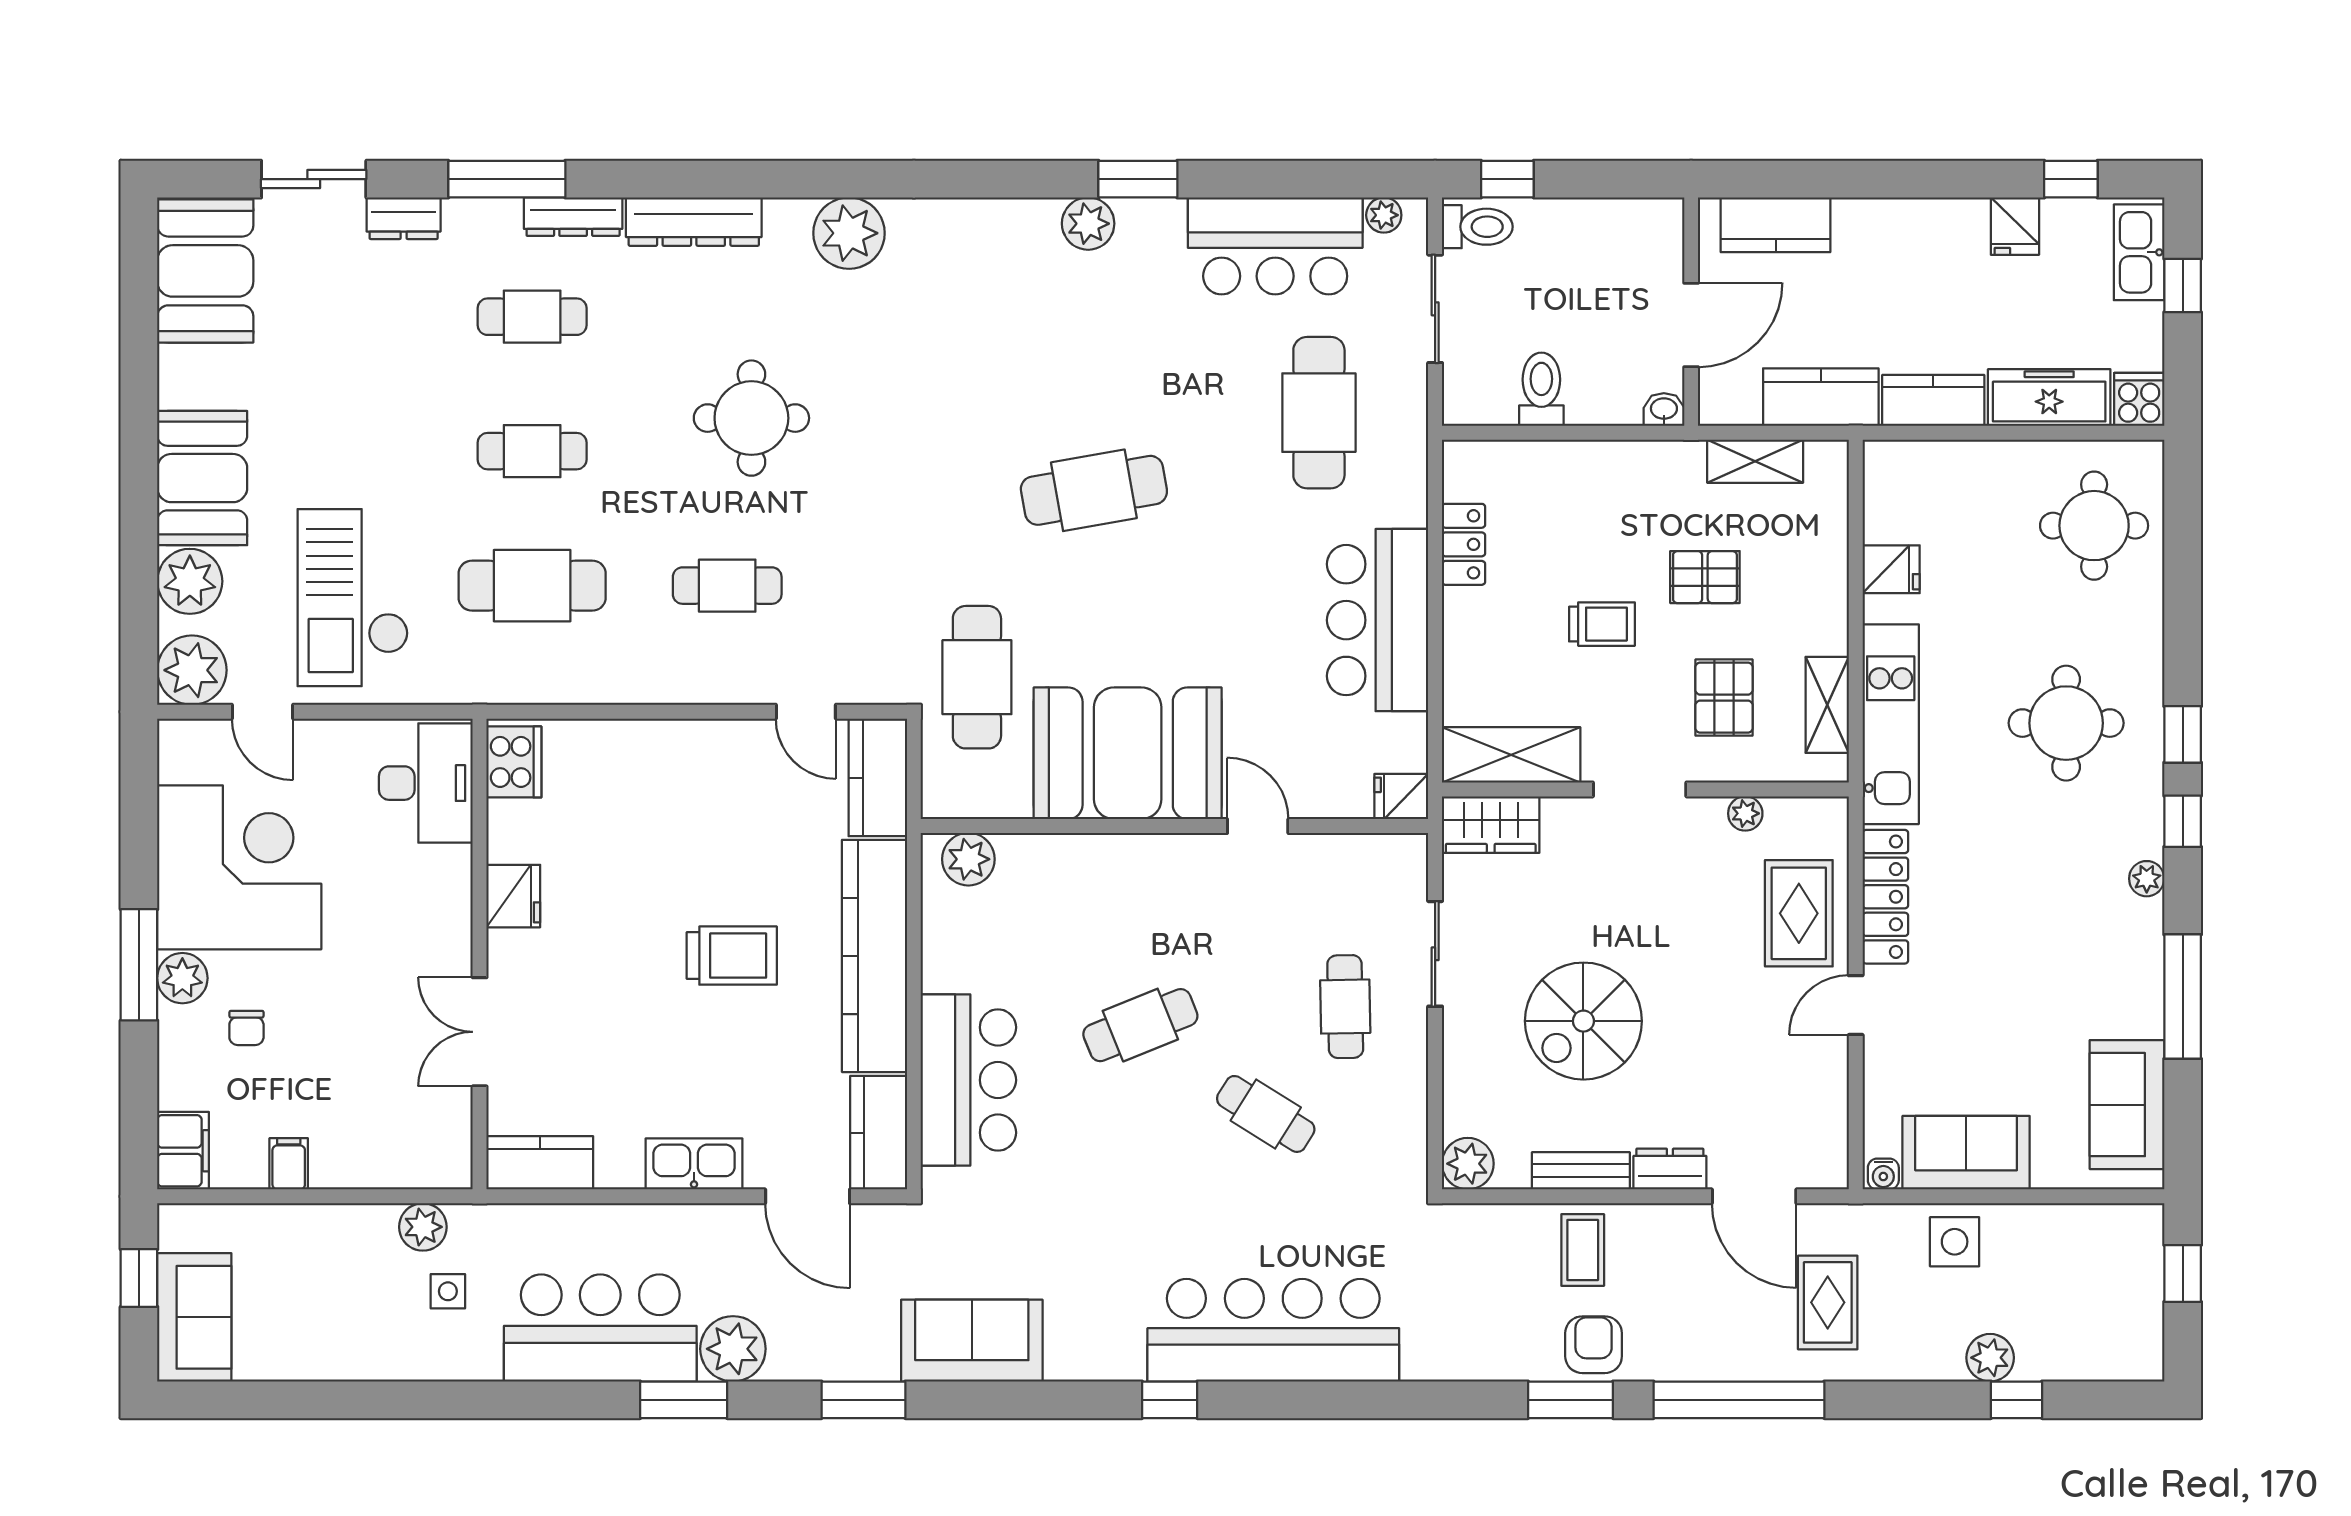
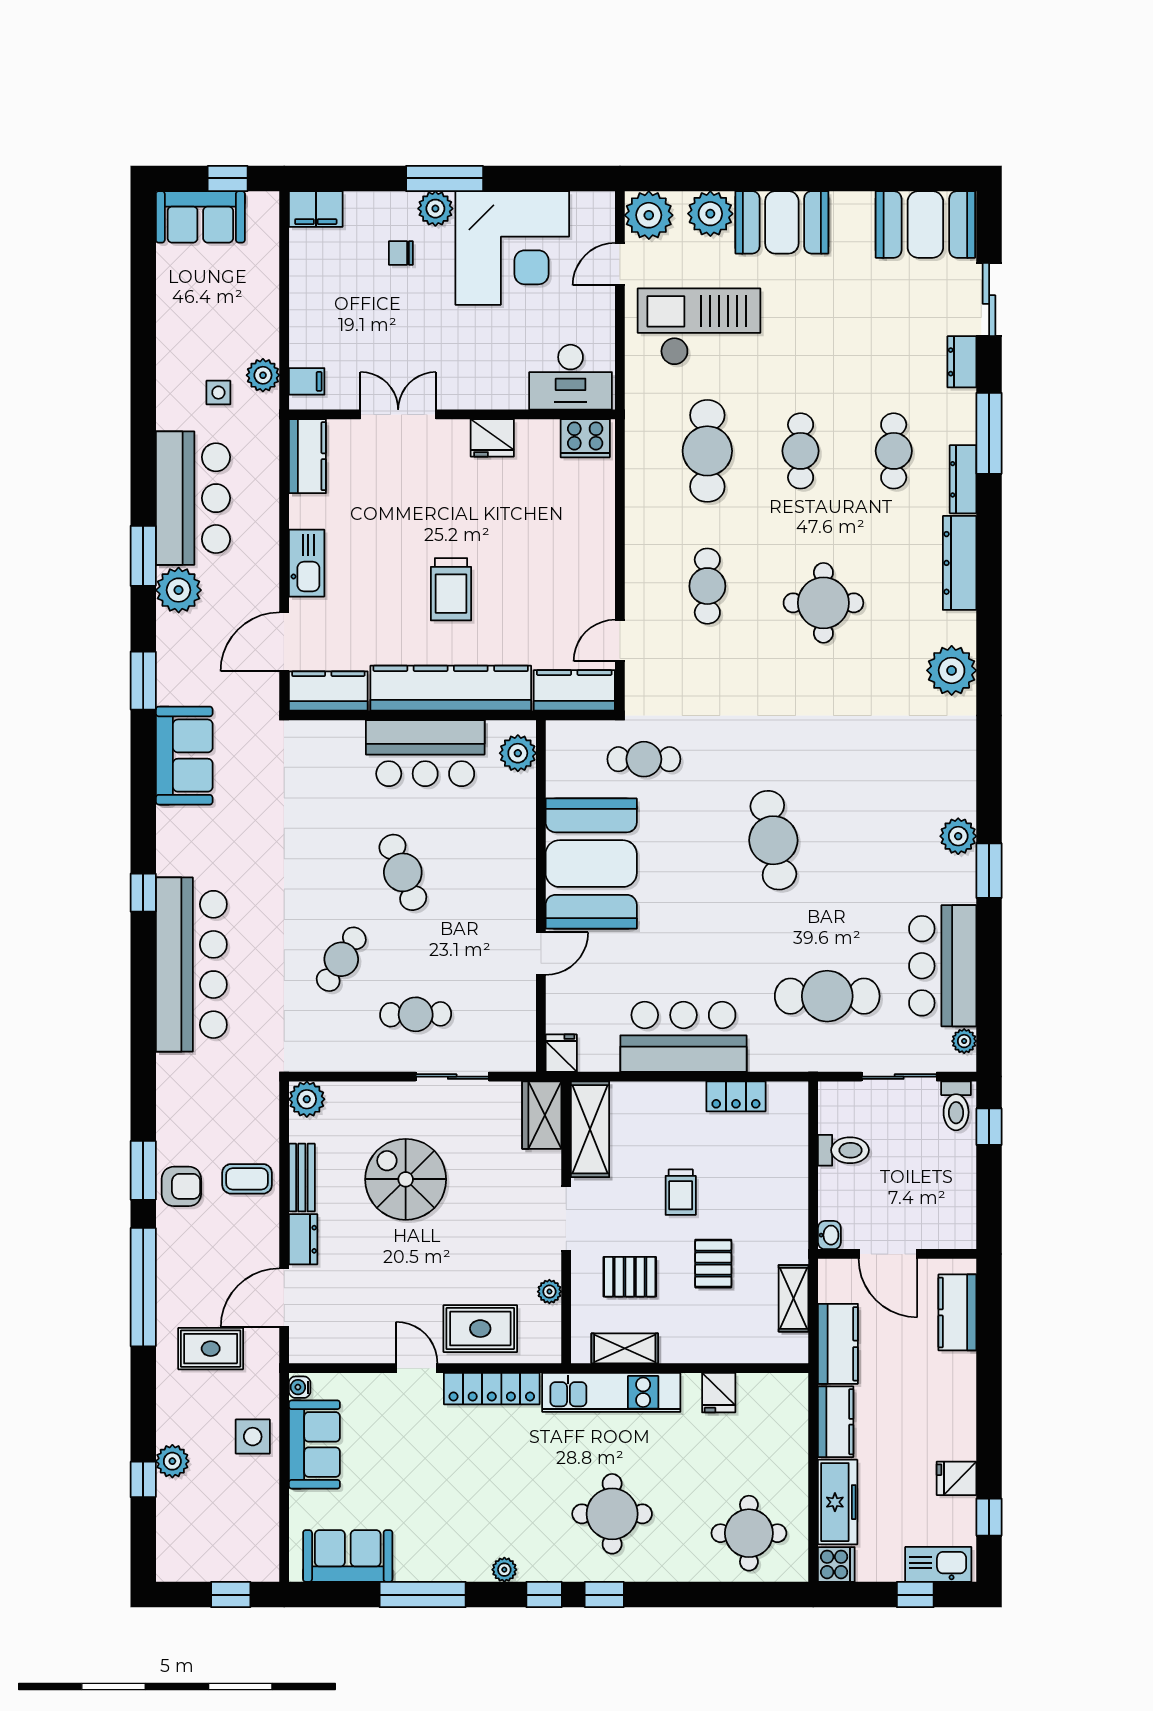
cafe table: (977, 677) -> (644, 759), width x0.73, depth x0.74
bar counter: (968, 1080) -> (425, 753), moved
filing cabinet: (289, 1164) -> (307, 381), moved

